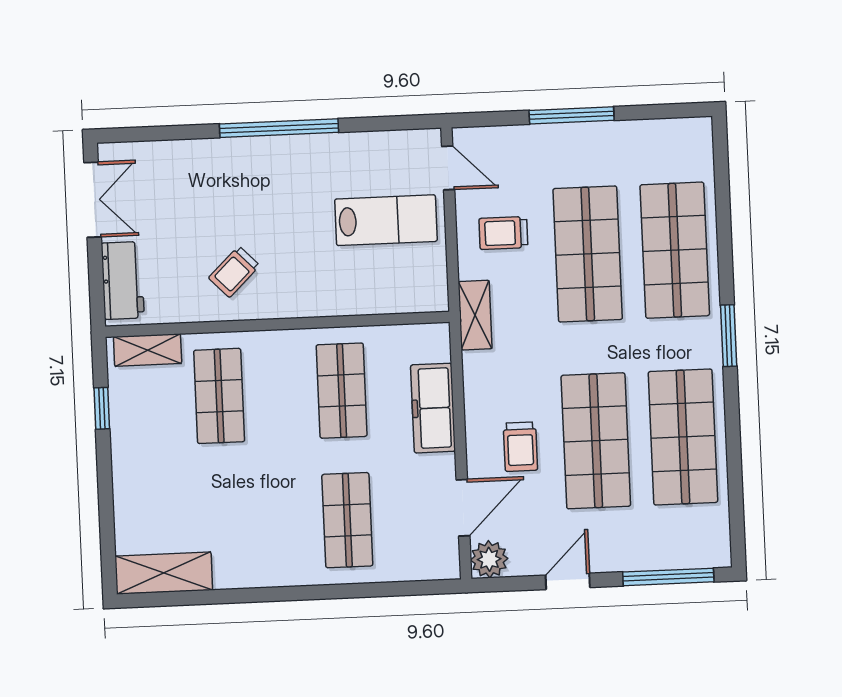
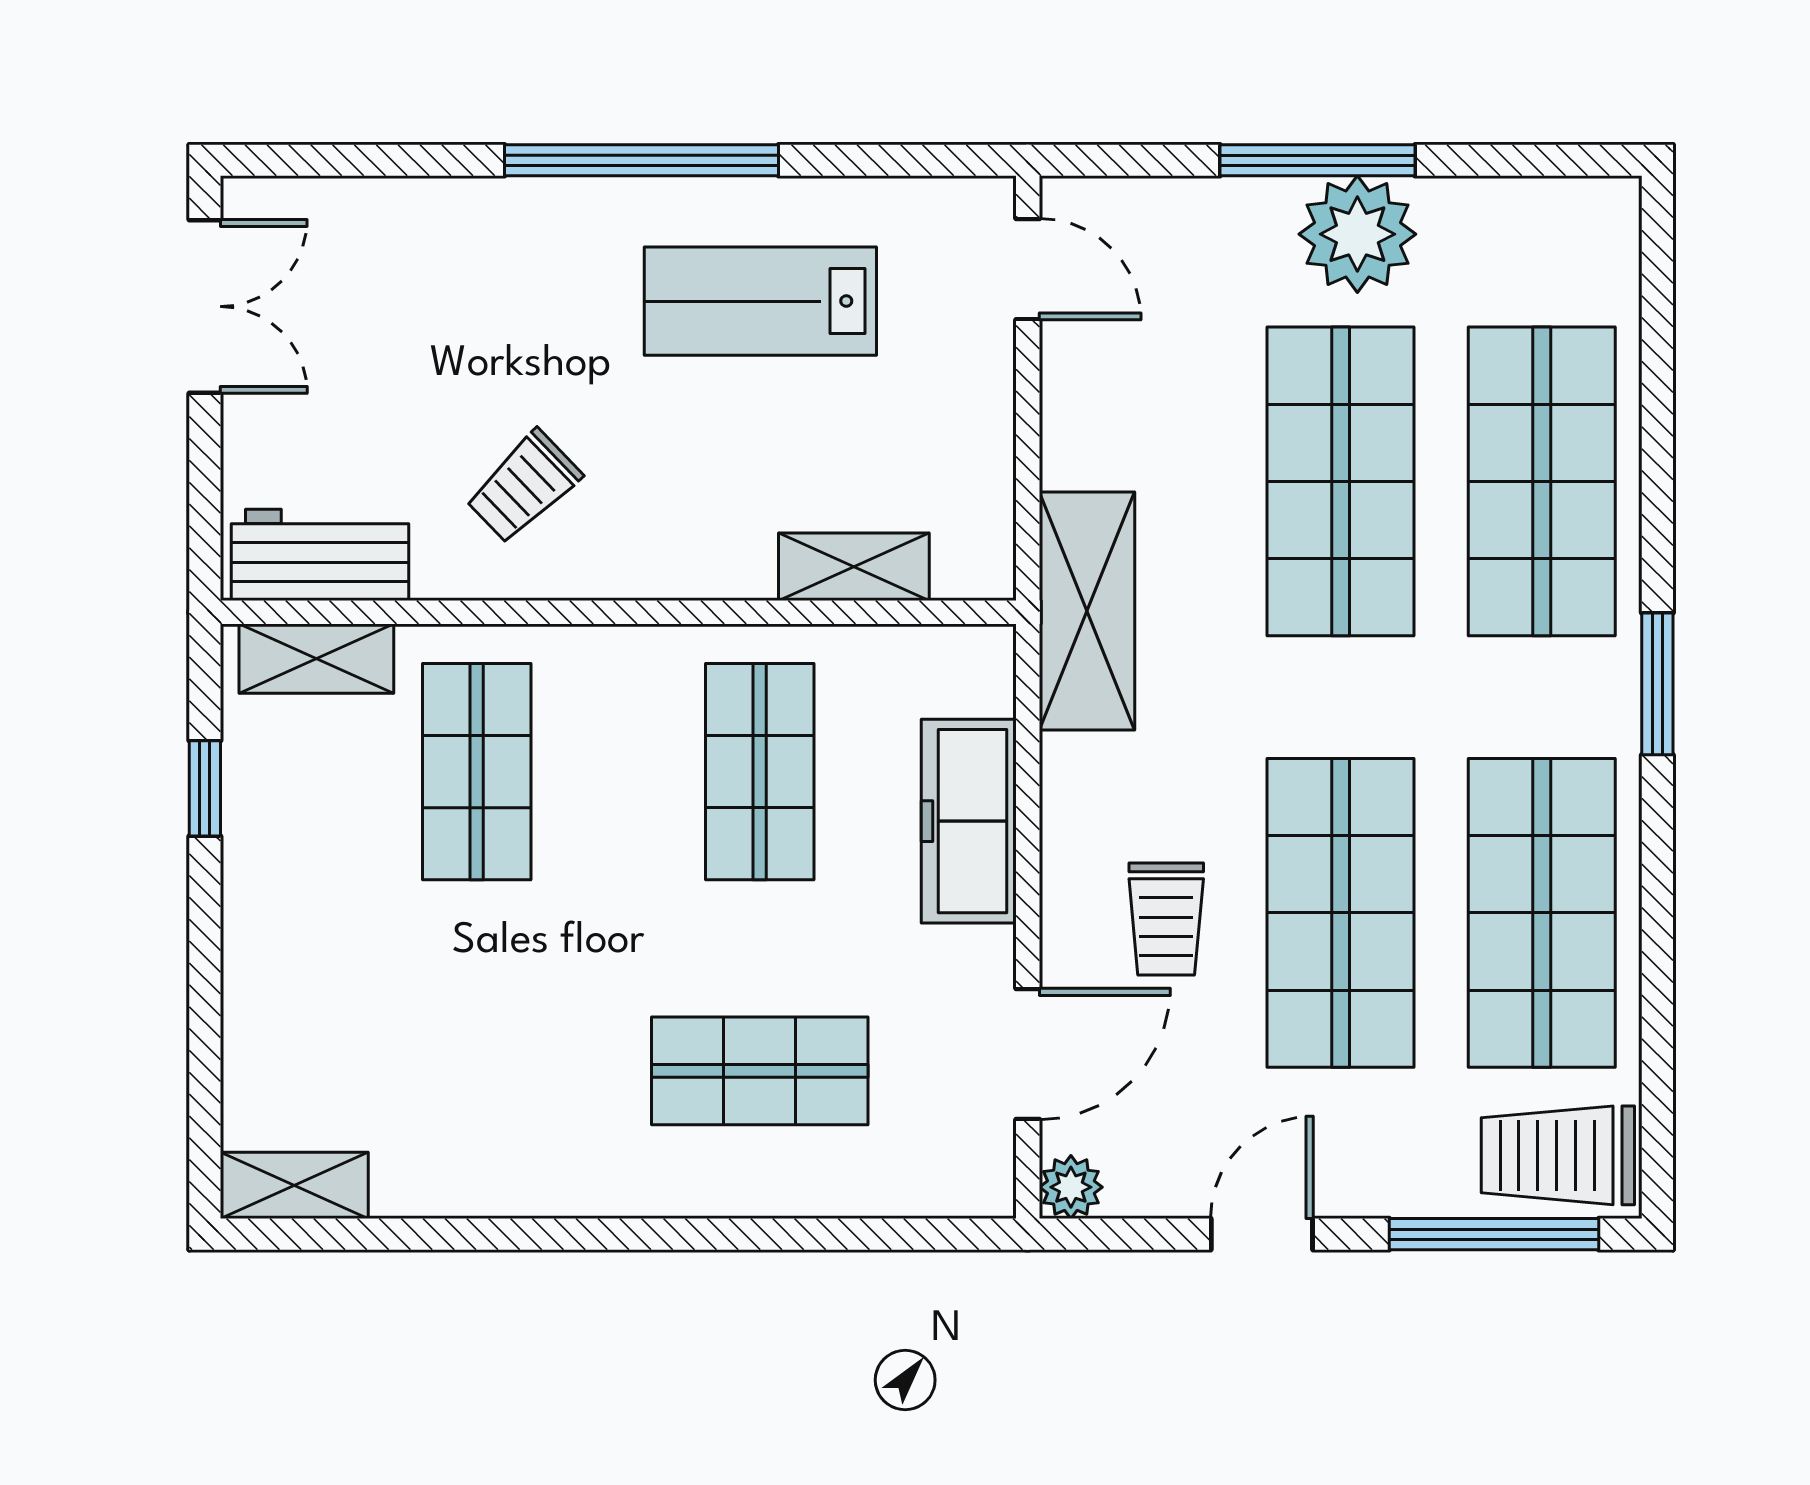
plant: (590, 147) -> (1357, 234), added
lab bench: (386, 220) -> (760, 301), moved, turned 180
trolley: (503, 233) -> (1558, 1155), moved, width x1.36, depth x1.39
workbench: (123, 280) -> (320, 555), moved, turned -90
shelving: (379, 300) -> (854, 567), added
shelving: (475, 315) -> (1087, 611), width x1.50, depth x1.33
shop shelf: (347, 520) -> (760, 1071), turned 90
plant: (489, 559) -> (1071, 1187), width x0.73, depth x0.73
shelving: (164, 573) -> (294, 1185), width x0.67, depth x0.75

